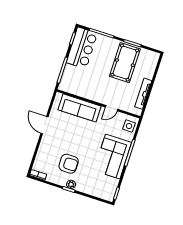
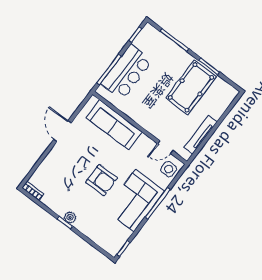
bar counter: (82, 48) -> (127, 72), moved
door: (112, 108) -> (165, 147), moved
armchair: (69, 164) -> (102, 180), moved

